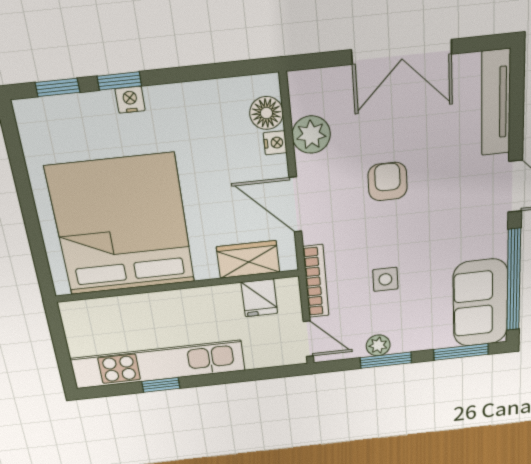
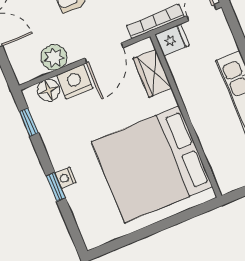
window: (57, 87) -> (29, 122), moved
nightstand: (275, 143) -> (75, 82), width x1.89, depth x1.79
fridge: (259, 298) -> (172, 40), moved

